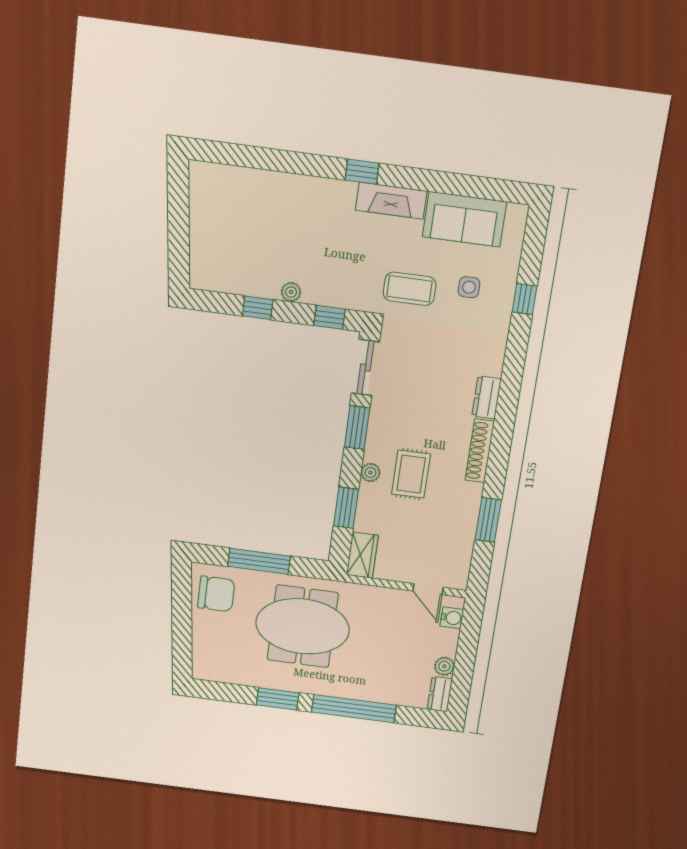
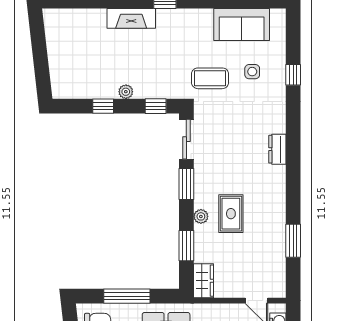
fireplace: (391, 201) -> (131, 18), moved
shoe rack: (480, 451) -> (279, 189), removed

